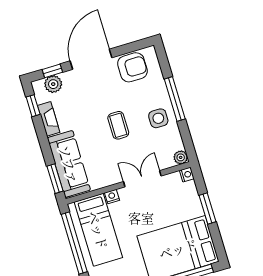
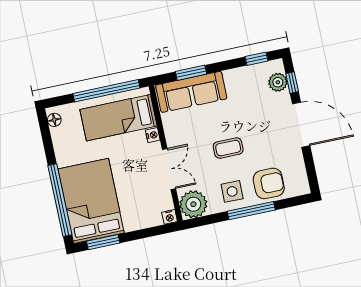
armchair: (132, 67) -> (269, 183), moved, turned -90
fireplace: (49, 119) -> (241, 74), removed
plant: (181, 157) -> (193, 204), width x1.88, depth x1.88
window: (55, 179) -> (191, 73), moved
window: (208, 209) -> (103, 242), moved

